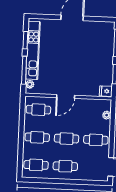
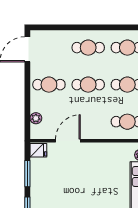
door: (66, 96) -> (68, 141), moved

